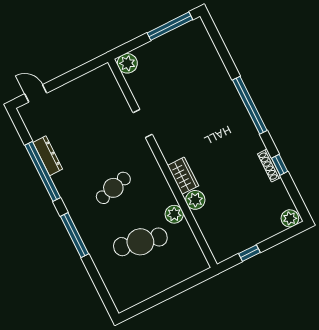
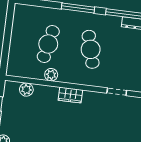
cafe table: (113, 188) -> (91, 49), width x1.37, depth x1.35
plant: (195, 200) -> (26, 90), moved

